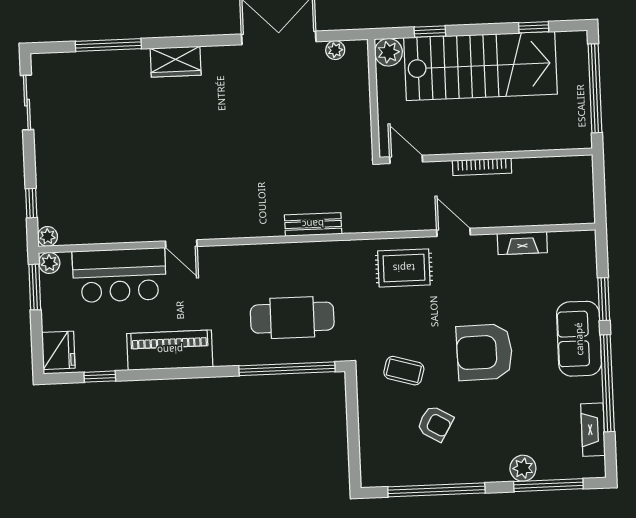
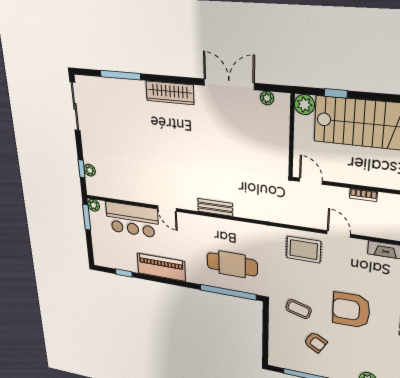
wardrobe: (176, 62) -> (170, 93), width x1.50
sliding door: (27, 103) -> (75, 106), width x1.37
bookcase: (482, 167) -> (363, 195), width x0.64
bench: (313, 224) -> (215, 207), moved
plant: (48, 236) -> (90, 170), moved
fridge: (58, 350) -> (101, 254), removed

